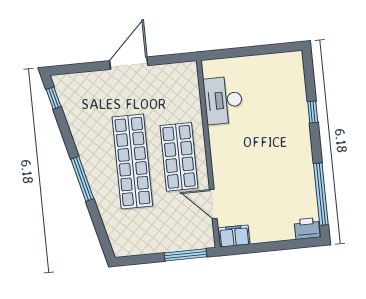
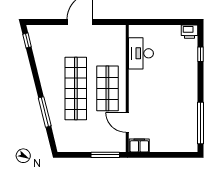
window: (313, 112) -> (200, 54), moved
window: (82, 179) -> (45, 112), moved
printer: (307, 229) -> (189, 32), moved, turned 180

